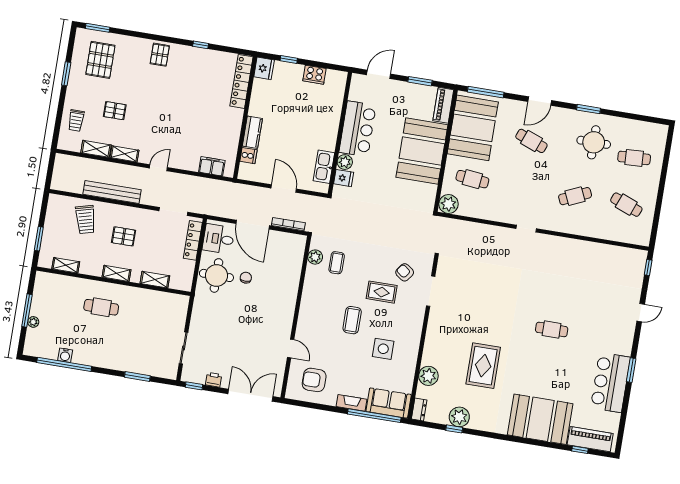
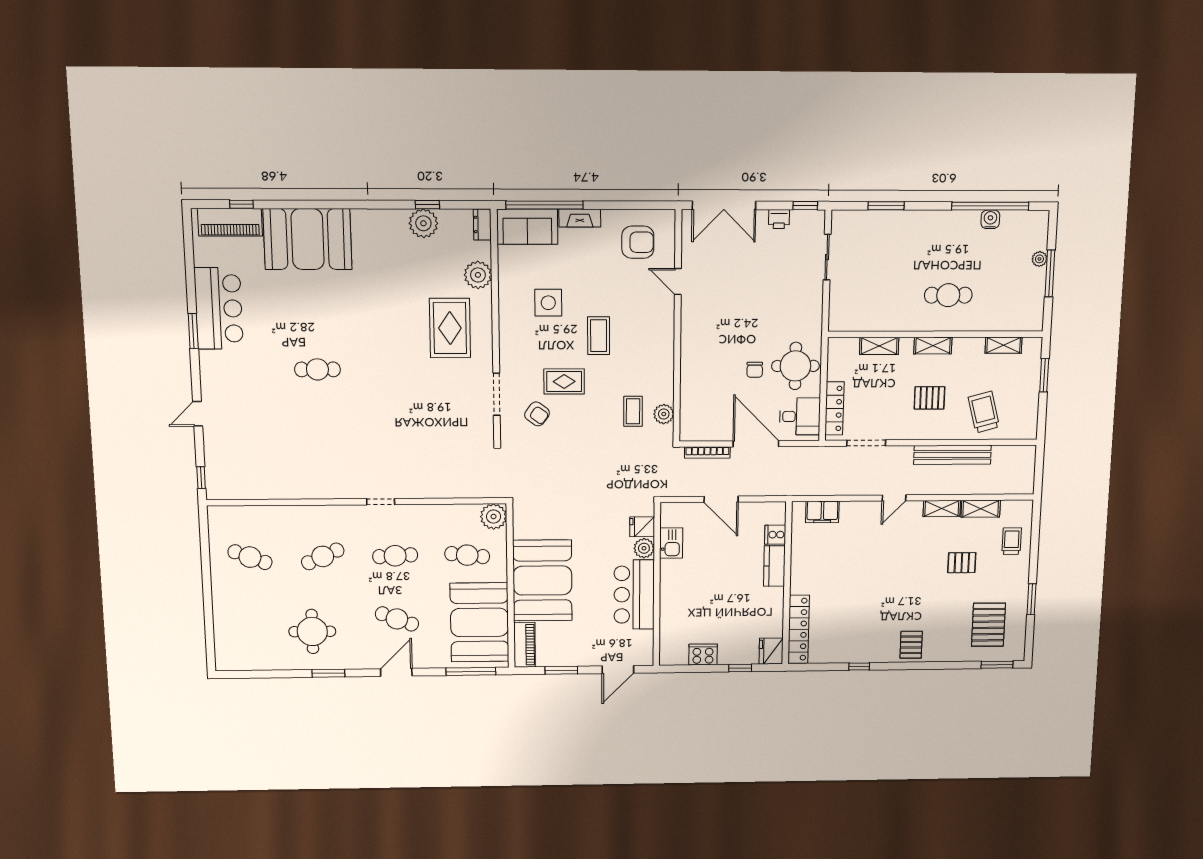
cafe table: (634, 158) -> (395, 556), moved
kitchen sink: (324, 167) -> (671, 543), width x0.73
rug: (483, 366) -> (450, 328), moved

